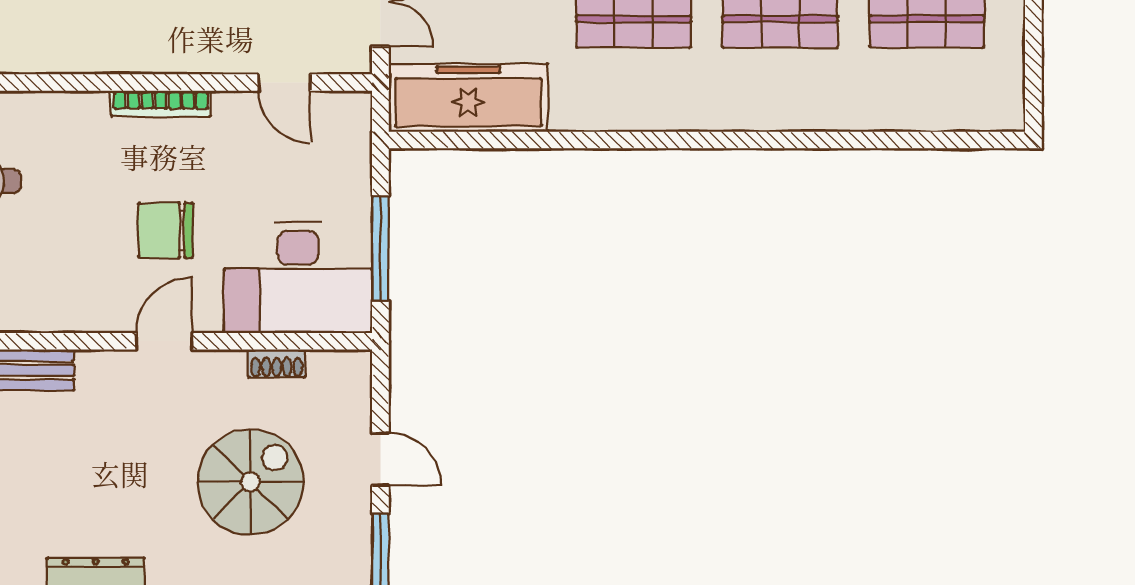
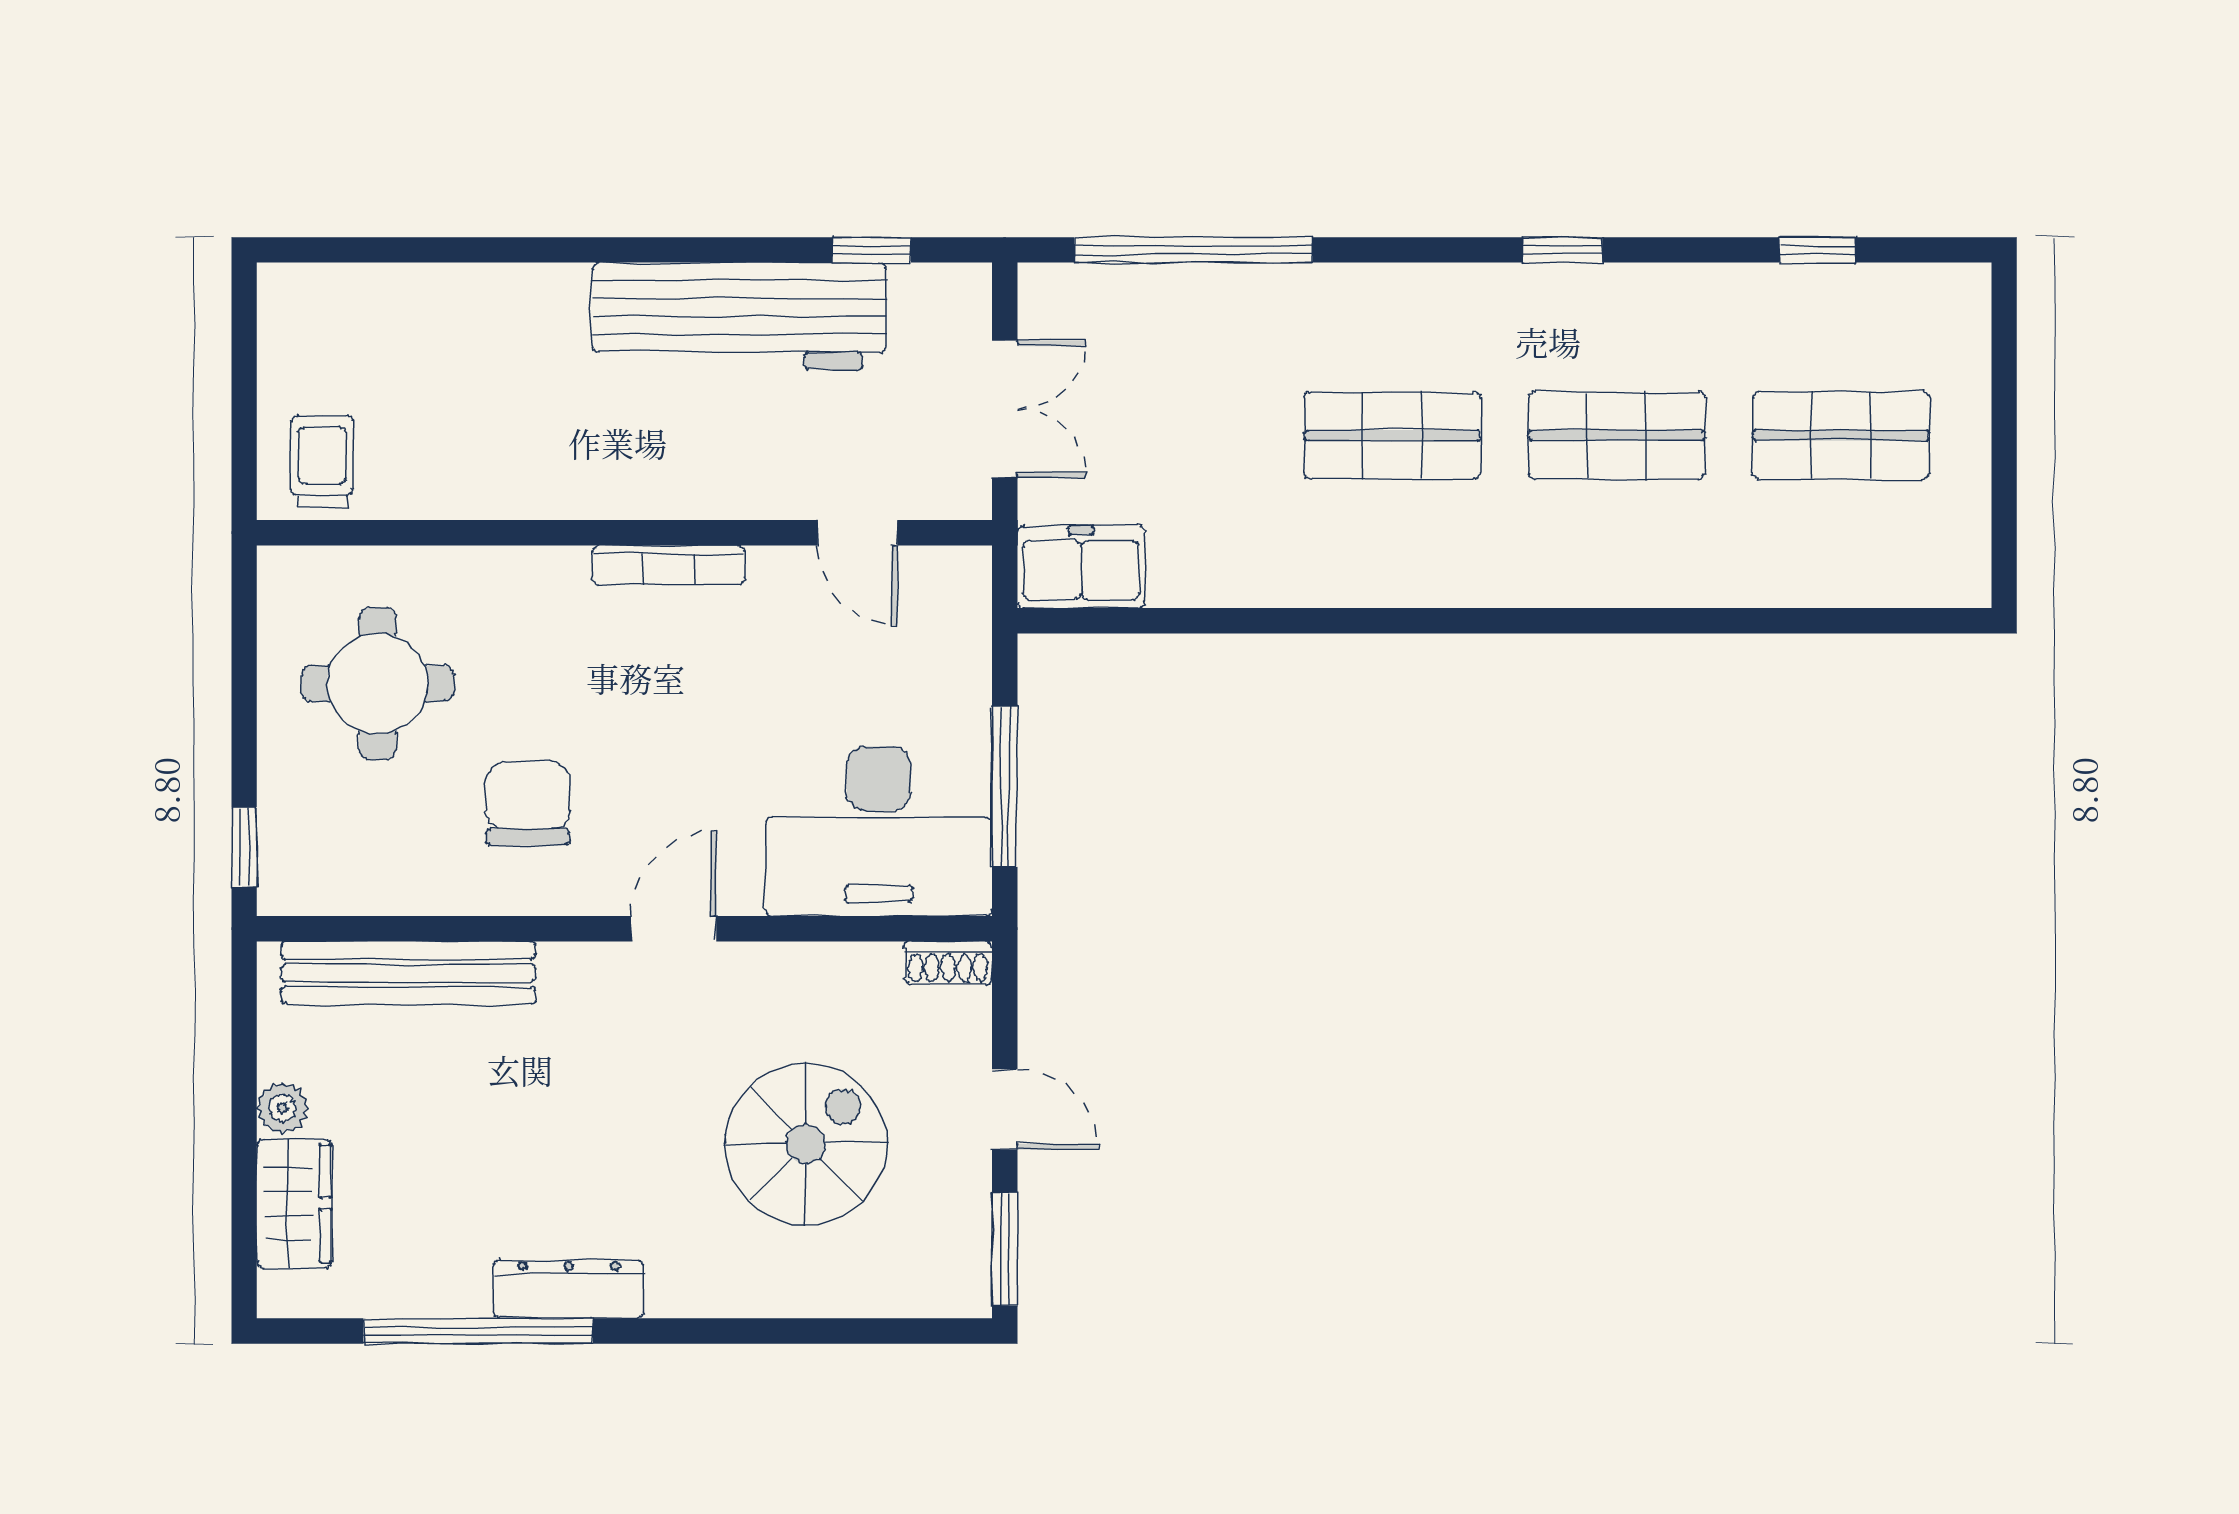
freezer: (468, 98) -> (1081, 567), width x0.52, depth x0.79
chair: (166, 230) -> (528, 803), moved, turned 90
shoe rack: (277, 363) -> (948, 963), moved

